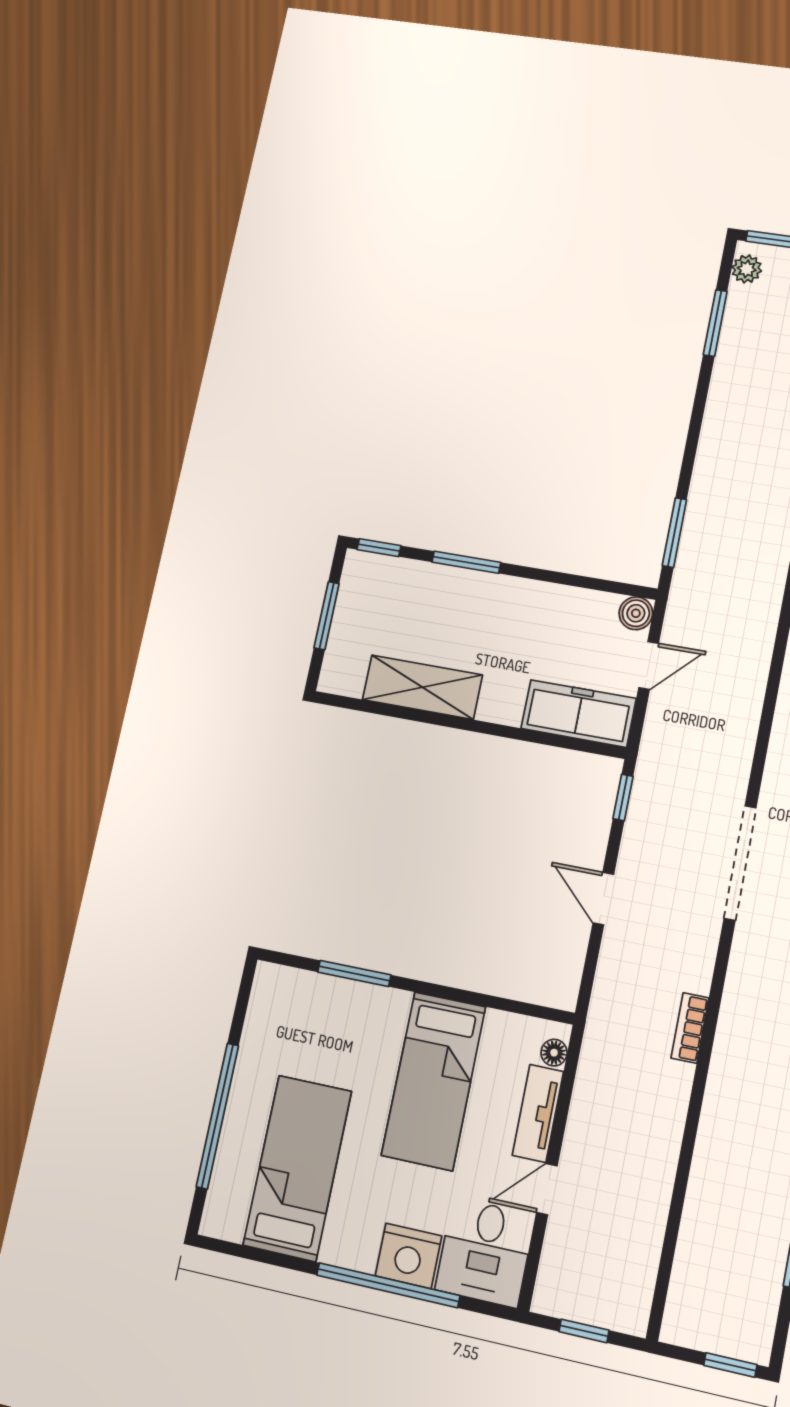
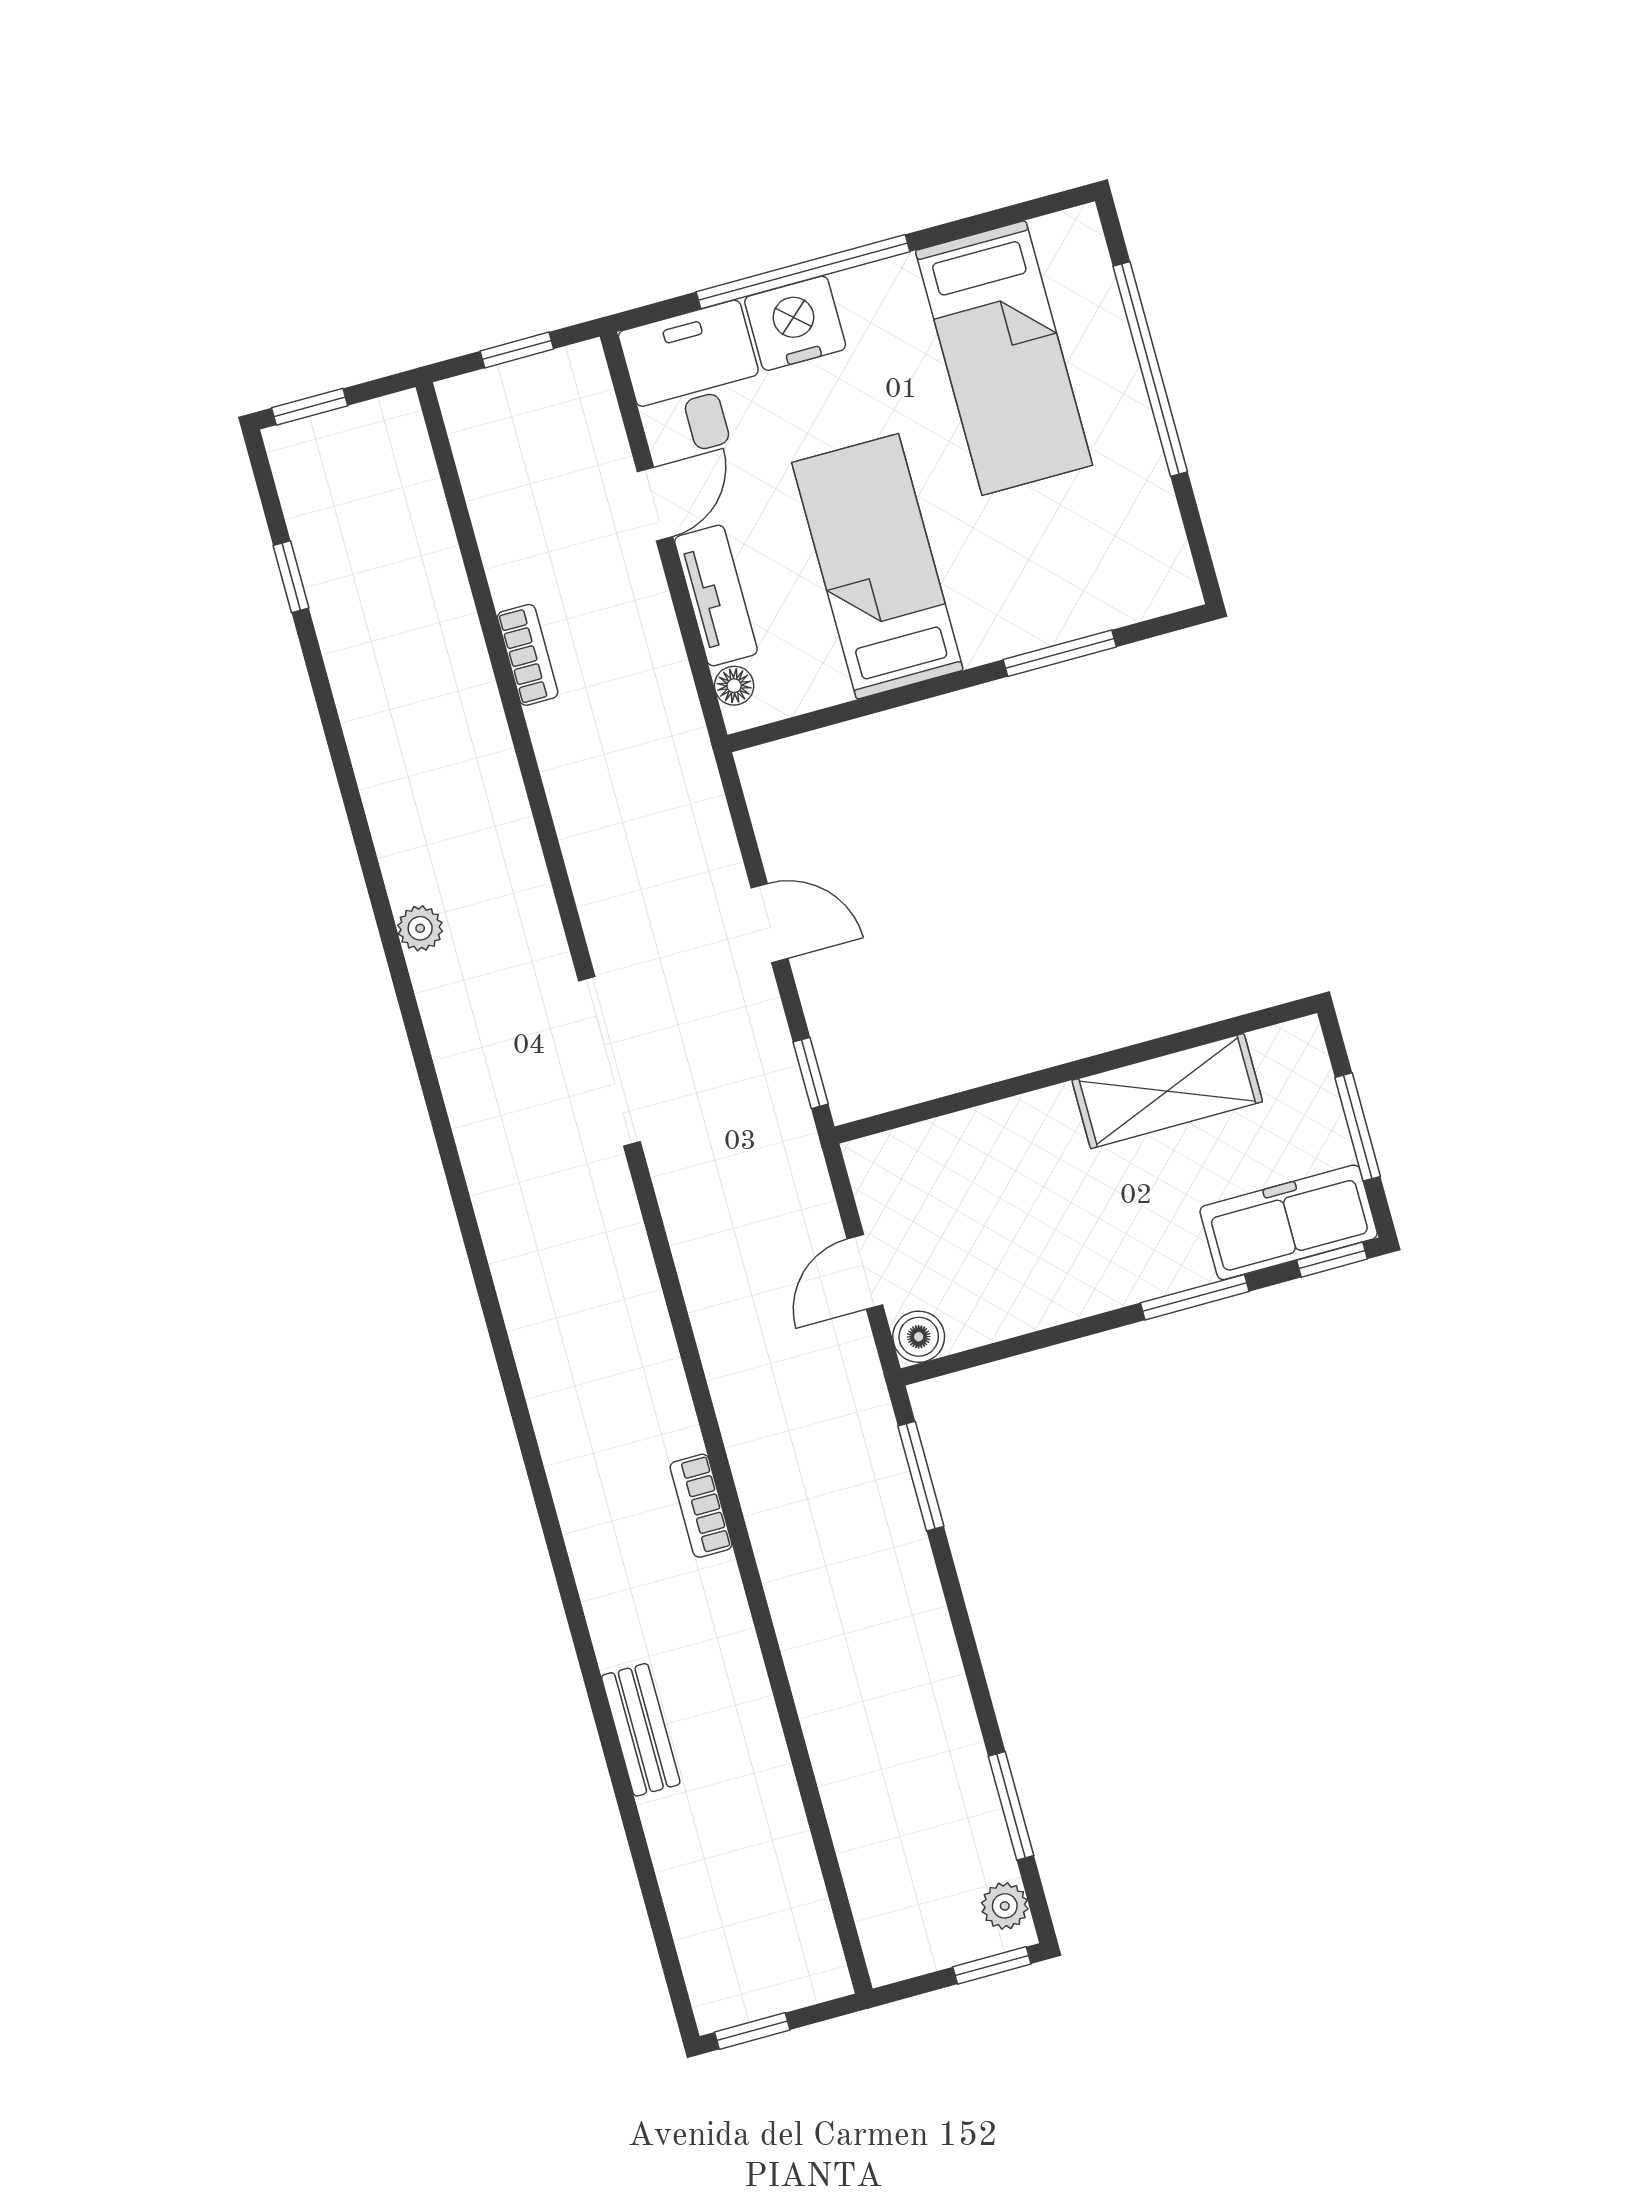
freezer: (578, 713) -> (1289, 1222), moved, turned 180
bookcase: (690, 1028) -> (528, 655), moved

